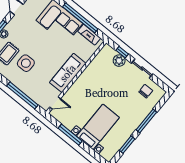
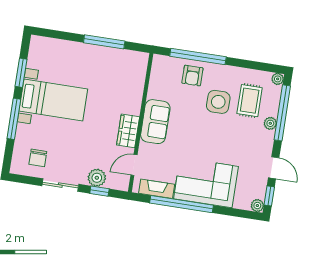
sofa: (68, 73) -> (155, 122), width x0.73
wardrobe: (86, 77) -> (128, 131), added
armchair: (32, 87) -> (192, 76), added
door: (55, 103) -> (134, 165), moved
bed with nightstands: (98, 127) -> (53, 100), moved, turned -90

